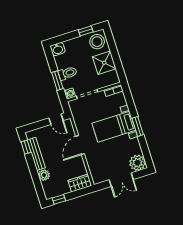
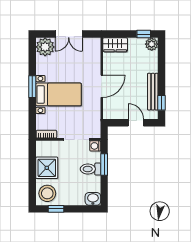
door: (56, 119) -> (136, 123), moved
plant: (44, 175) -> (152, 44), moved
double door: (121, 180) -> (69, 34), swing flipped

